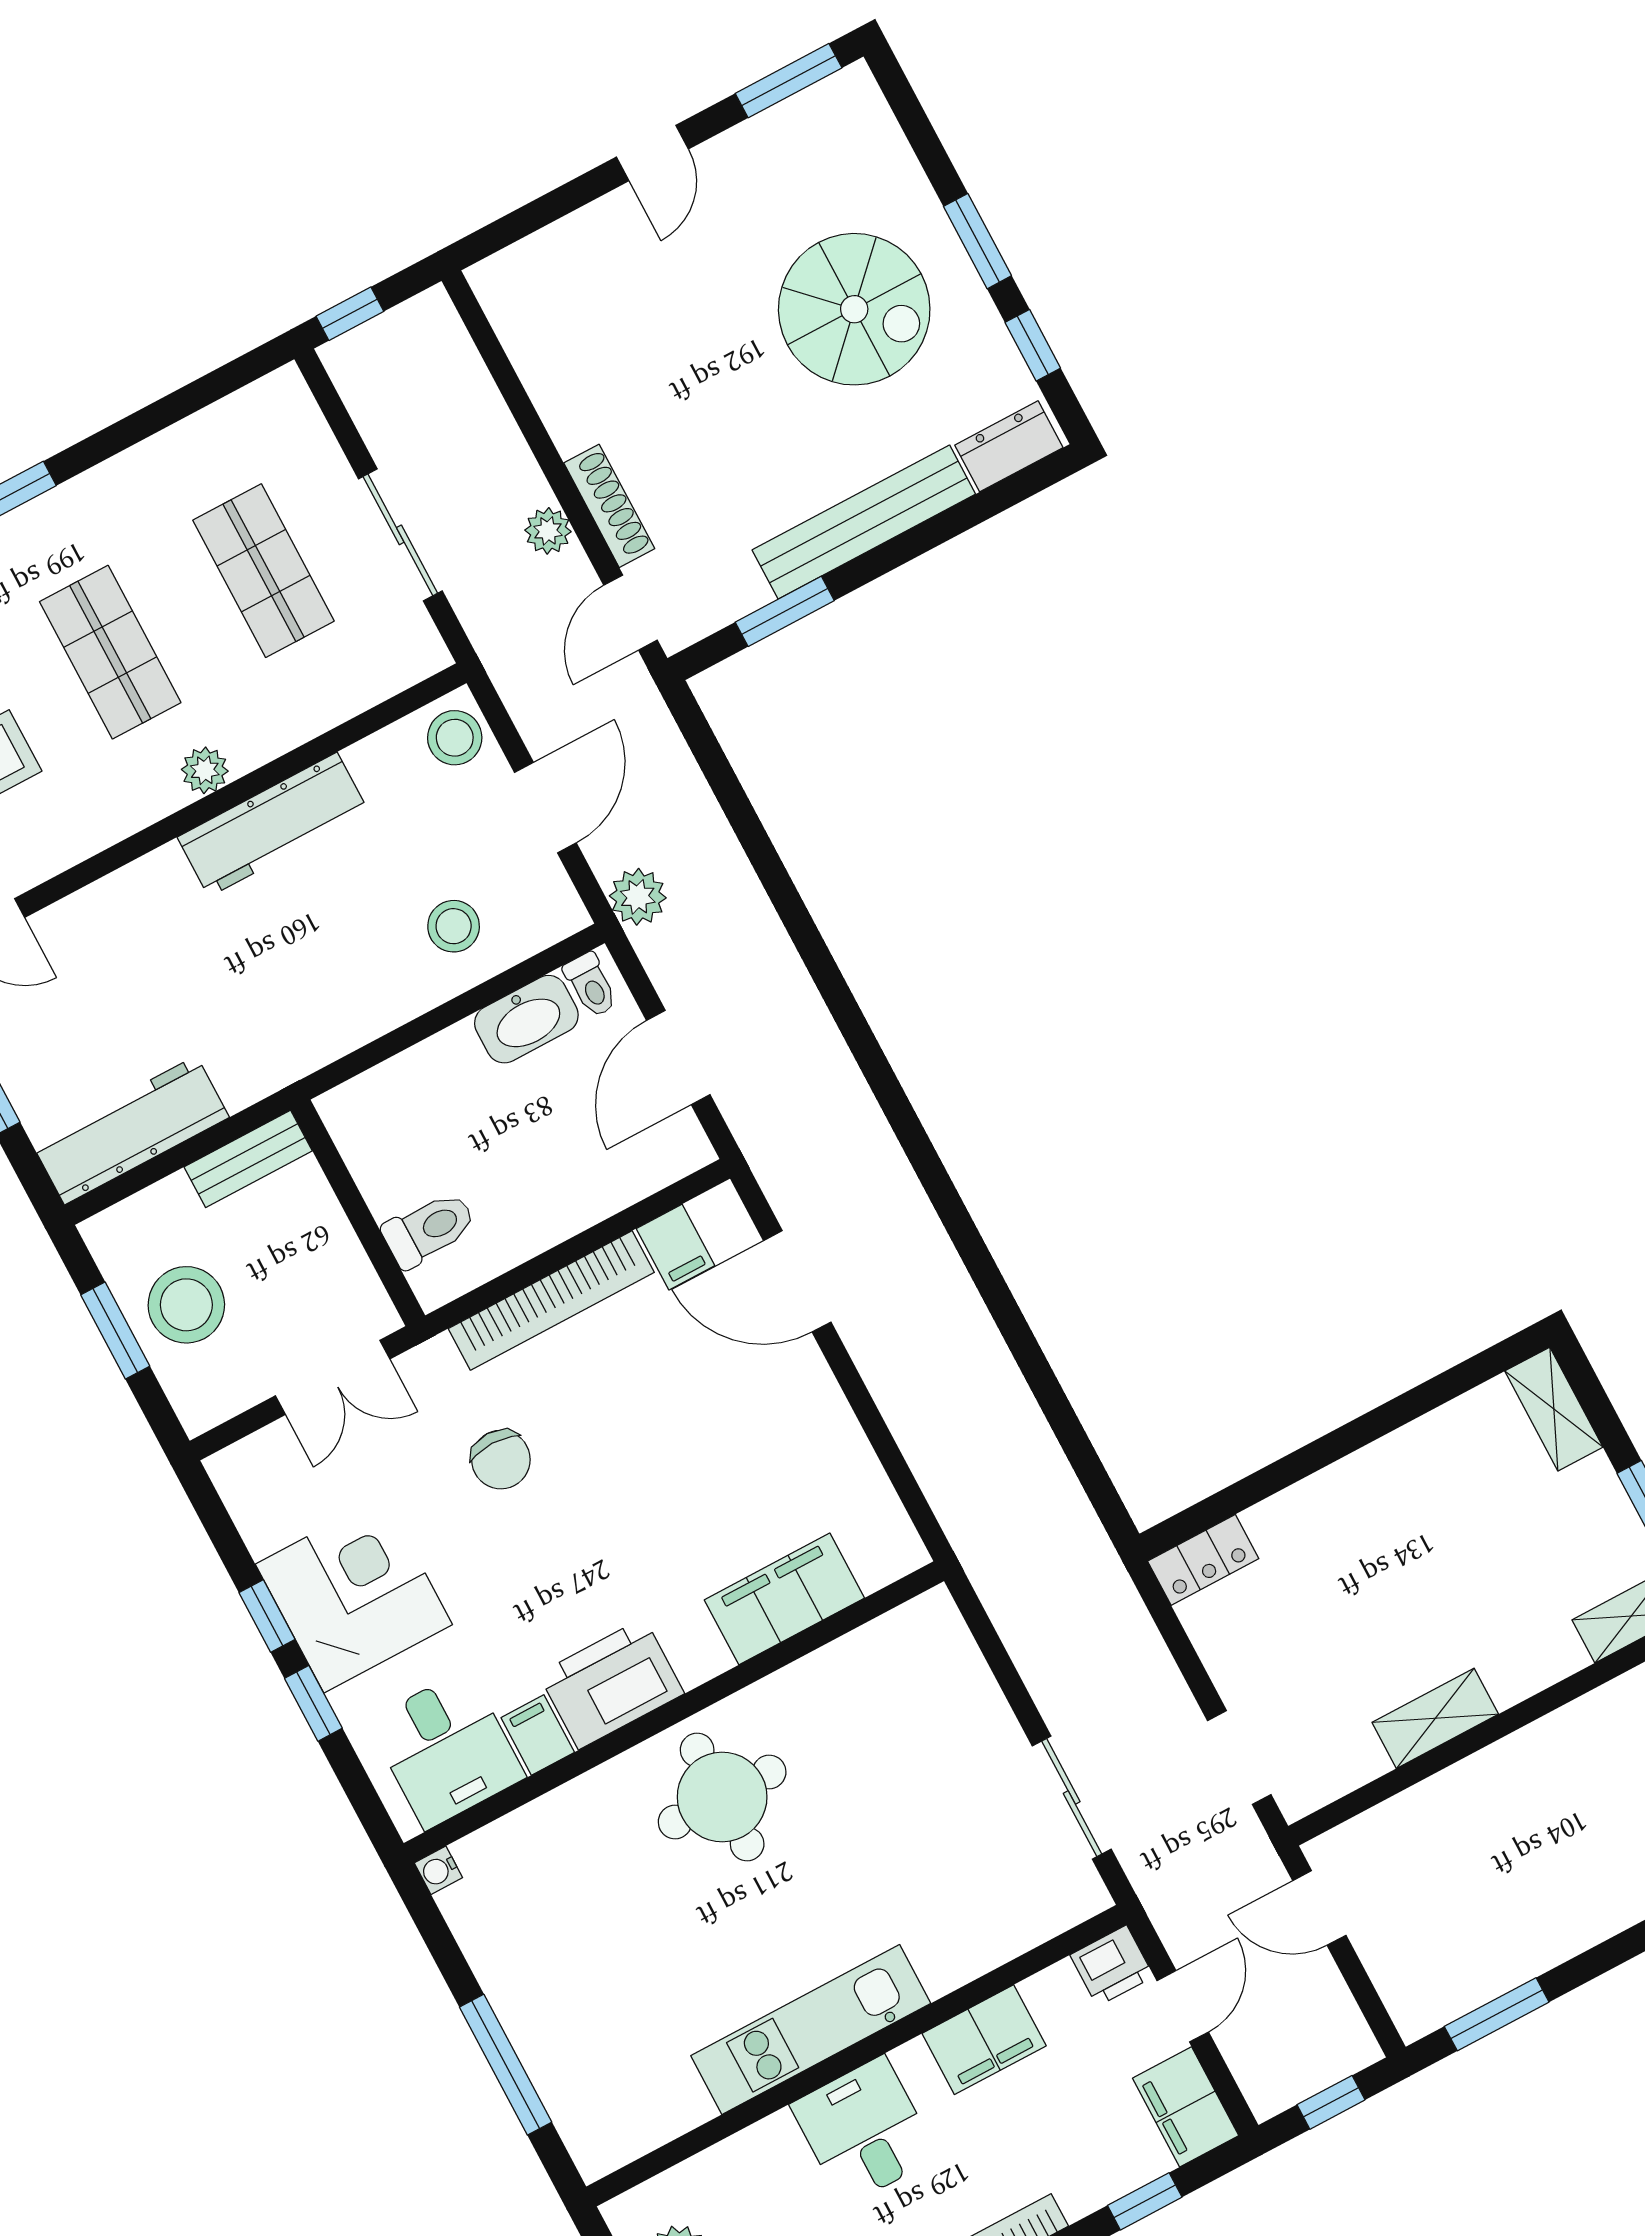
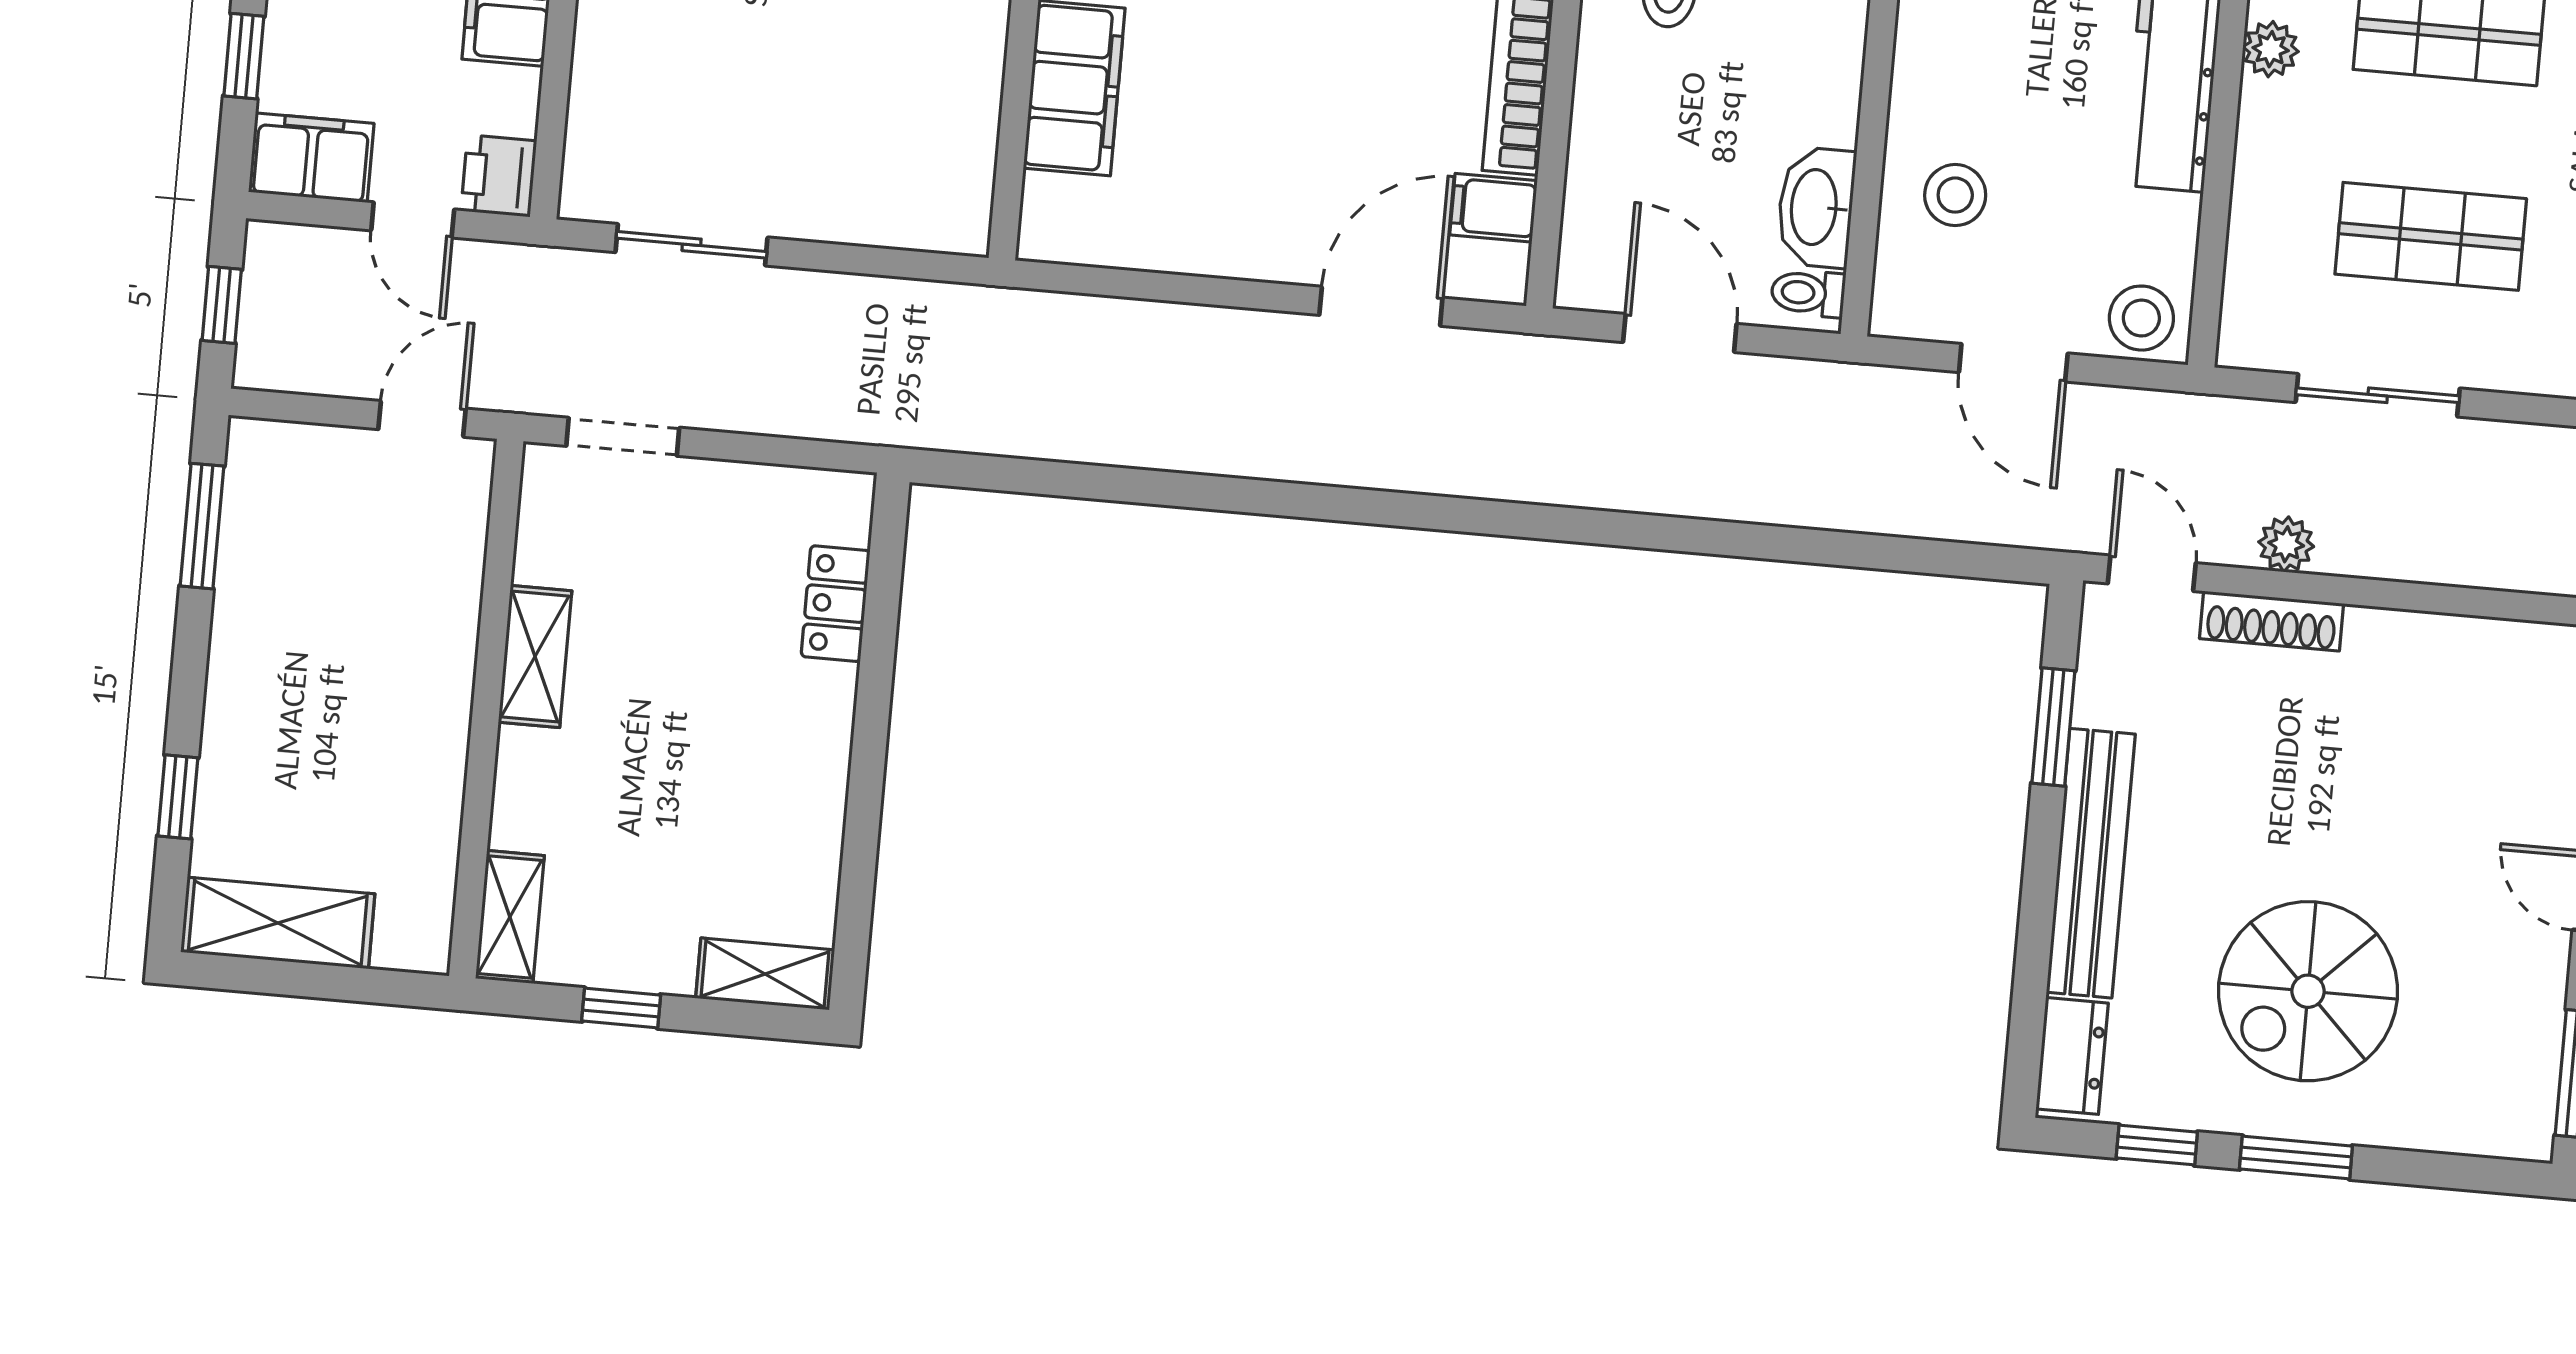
plant: (638, 897) -> (1865, 397), removed
locker: (1203, 1560) -> (836, 604), moved

